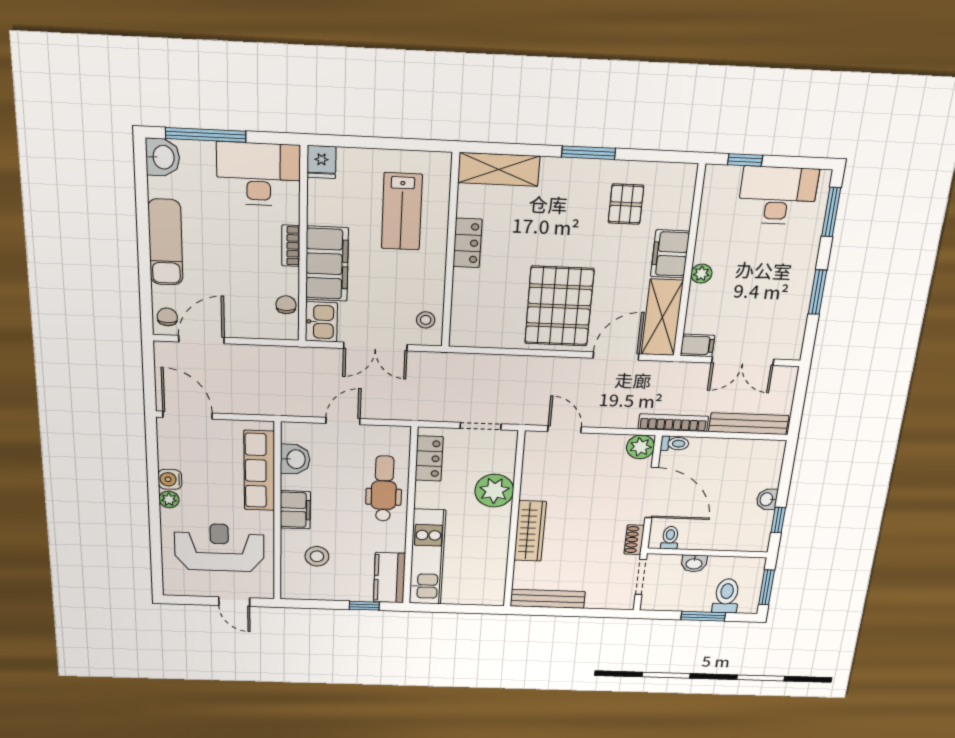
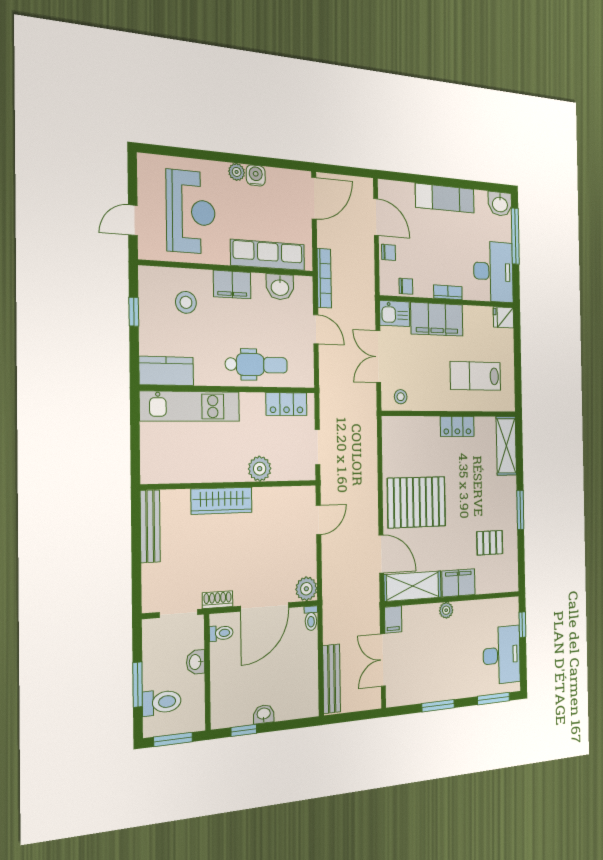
chair: (167, 317) -> (389, 252), moved
bookcase: (673, 423) -> (324, 278), moved
plant: (494, 491) -> (260, 469), width x0.73, depth x0.73
window: (364, 606) -> (134, 312), moved

